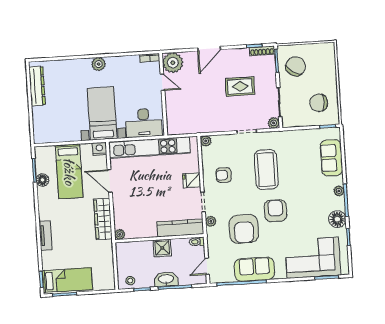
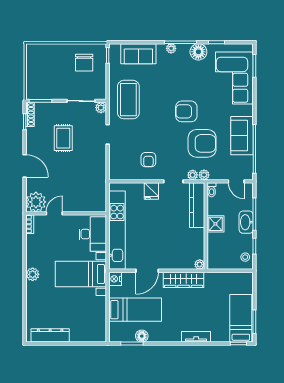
chair: (296, 66) -> (47, 83), removed
plant: (206, 141) -> (204, 175), moved
coffee table: (266, 170) -> (128, 100), moved, turned 90

